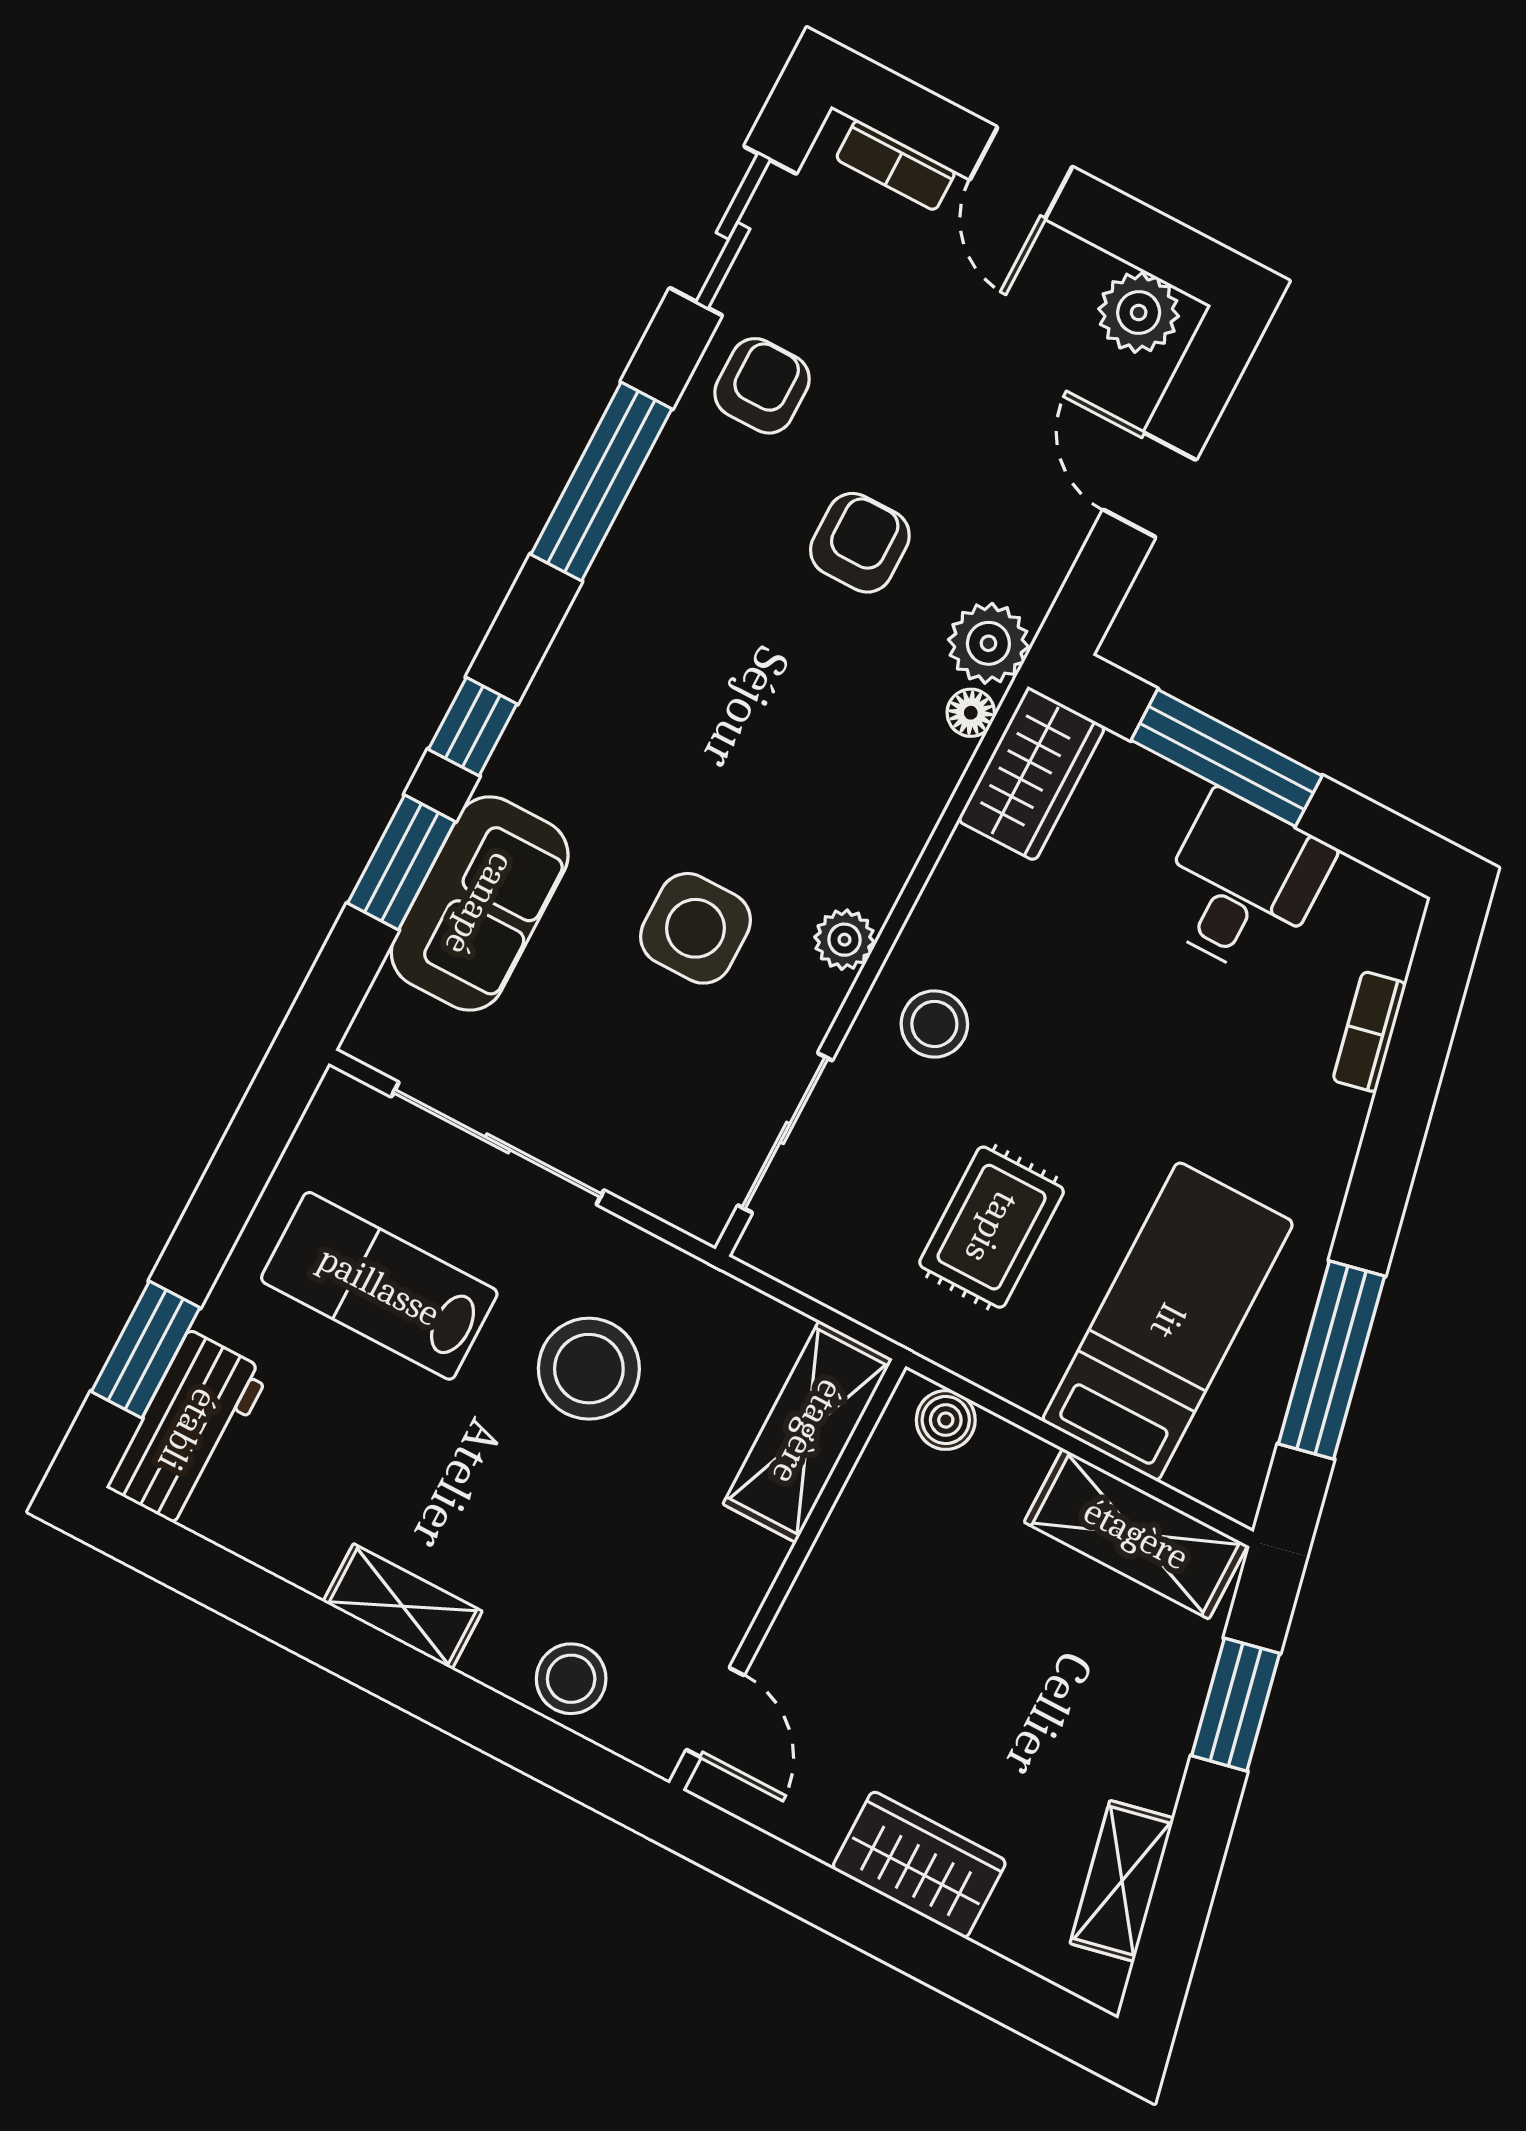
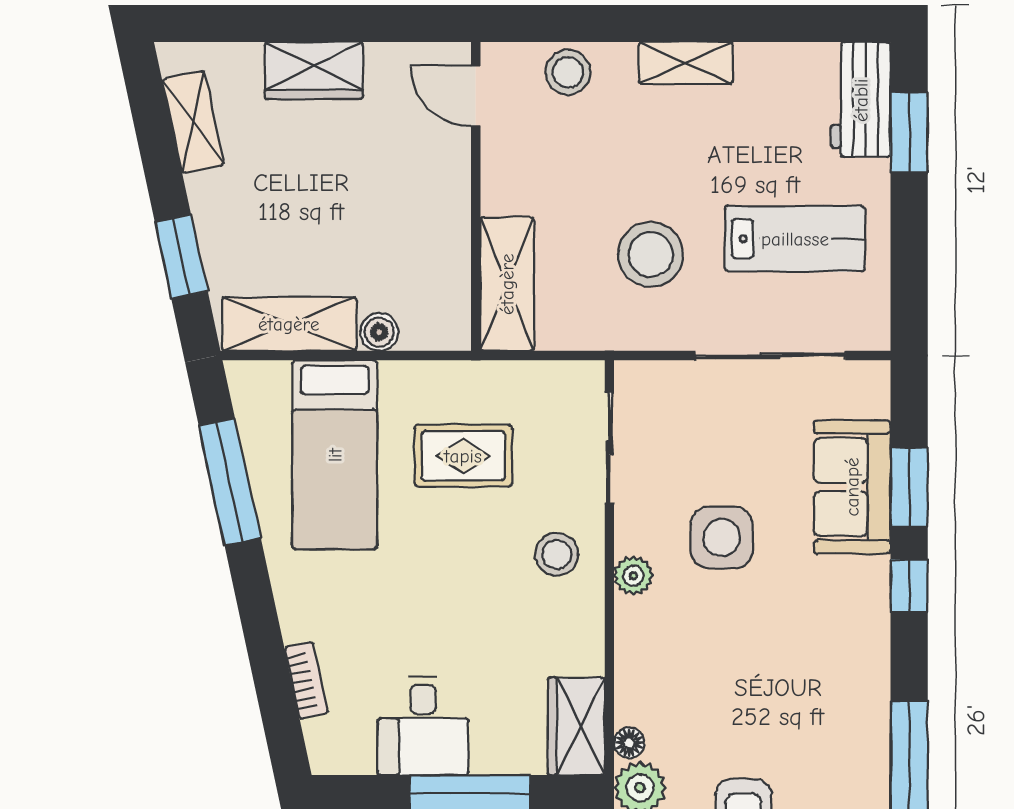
rug: (992, 1227) -> (463, 456), turned 90
boiler: (946, 1420) -> (379, 332), moved

